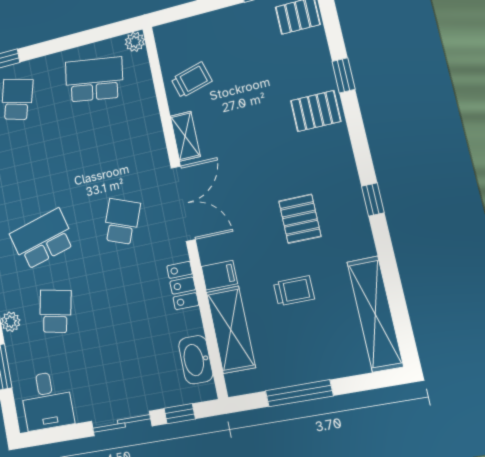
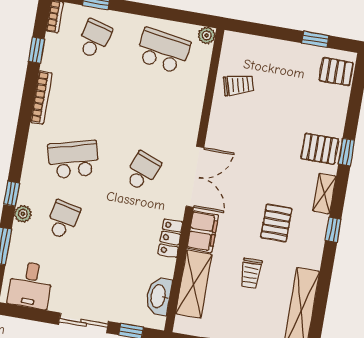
window: (344, 75) -> (347, 152), moved
shelving: (185, 136) -> (324, 194), moved
filing cabinet: (219, 275) -> (203, 232), width x2.00
trolley: (294, 291) -> (251, 273), turned 90

